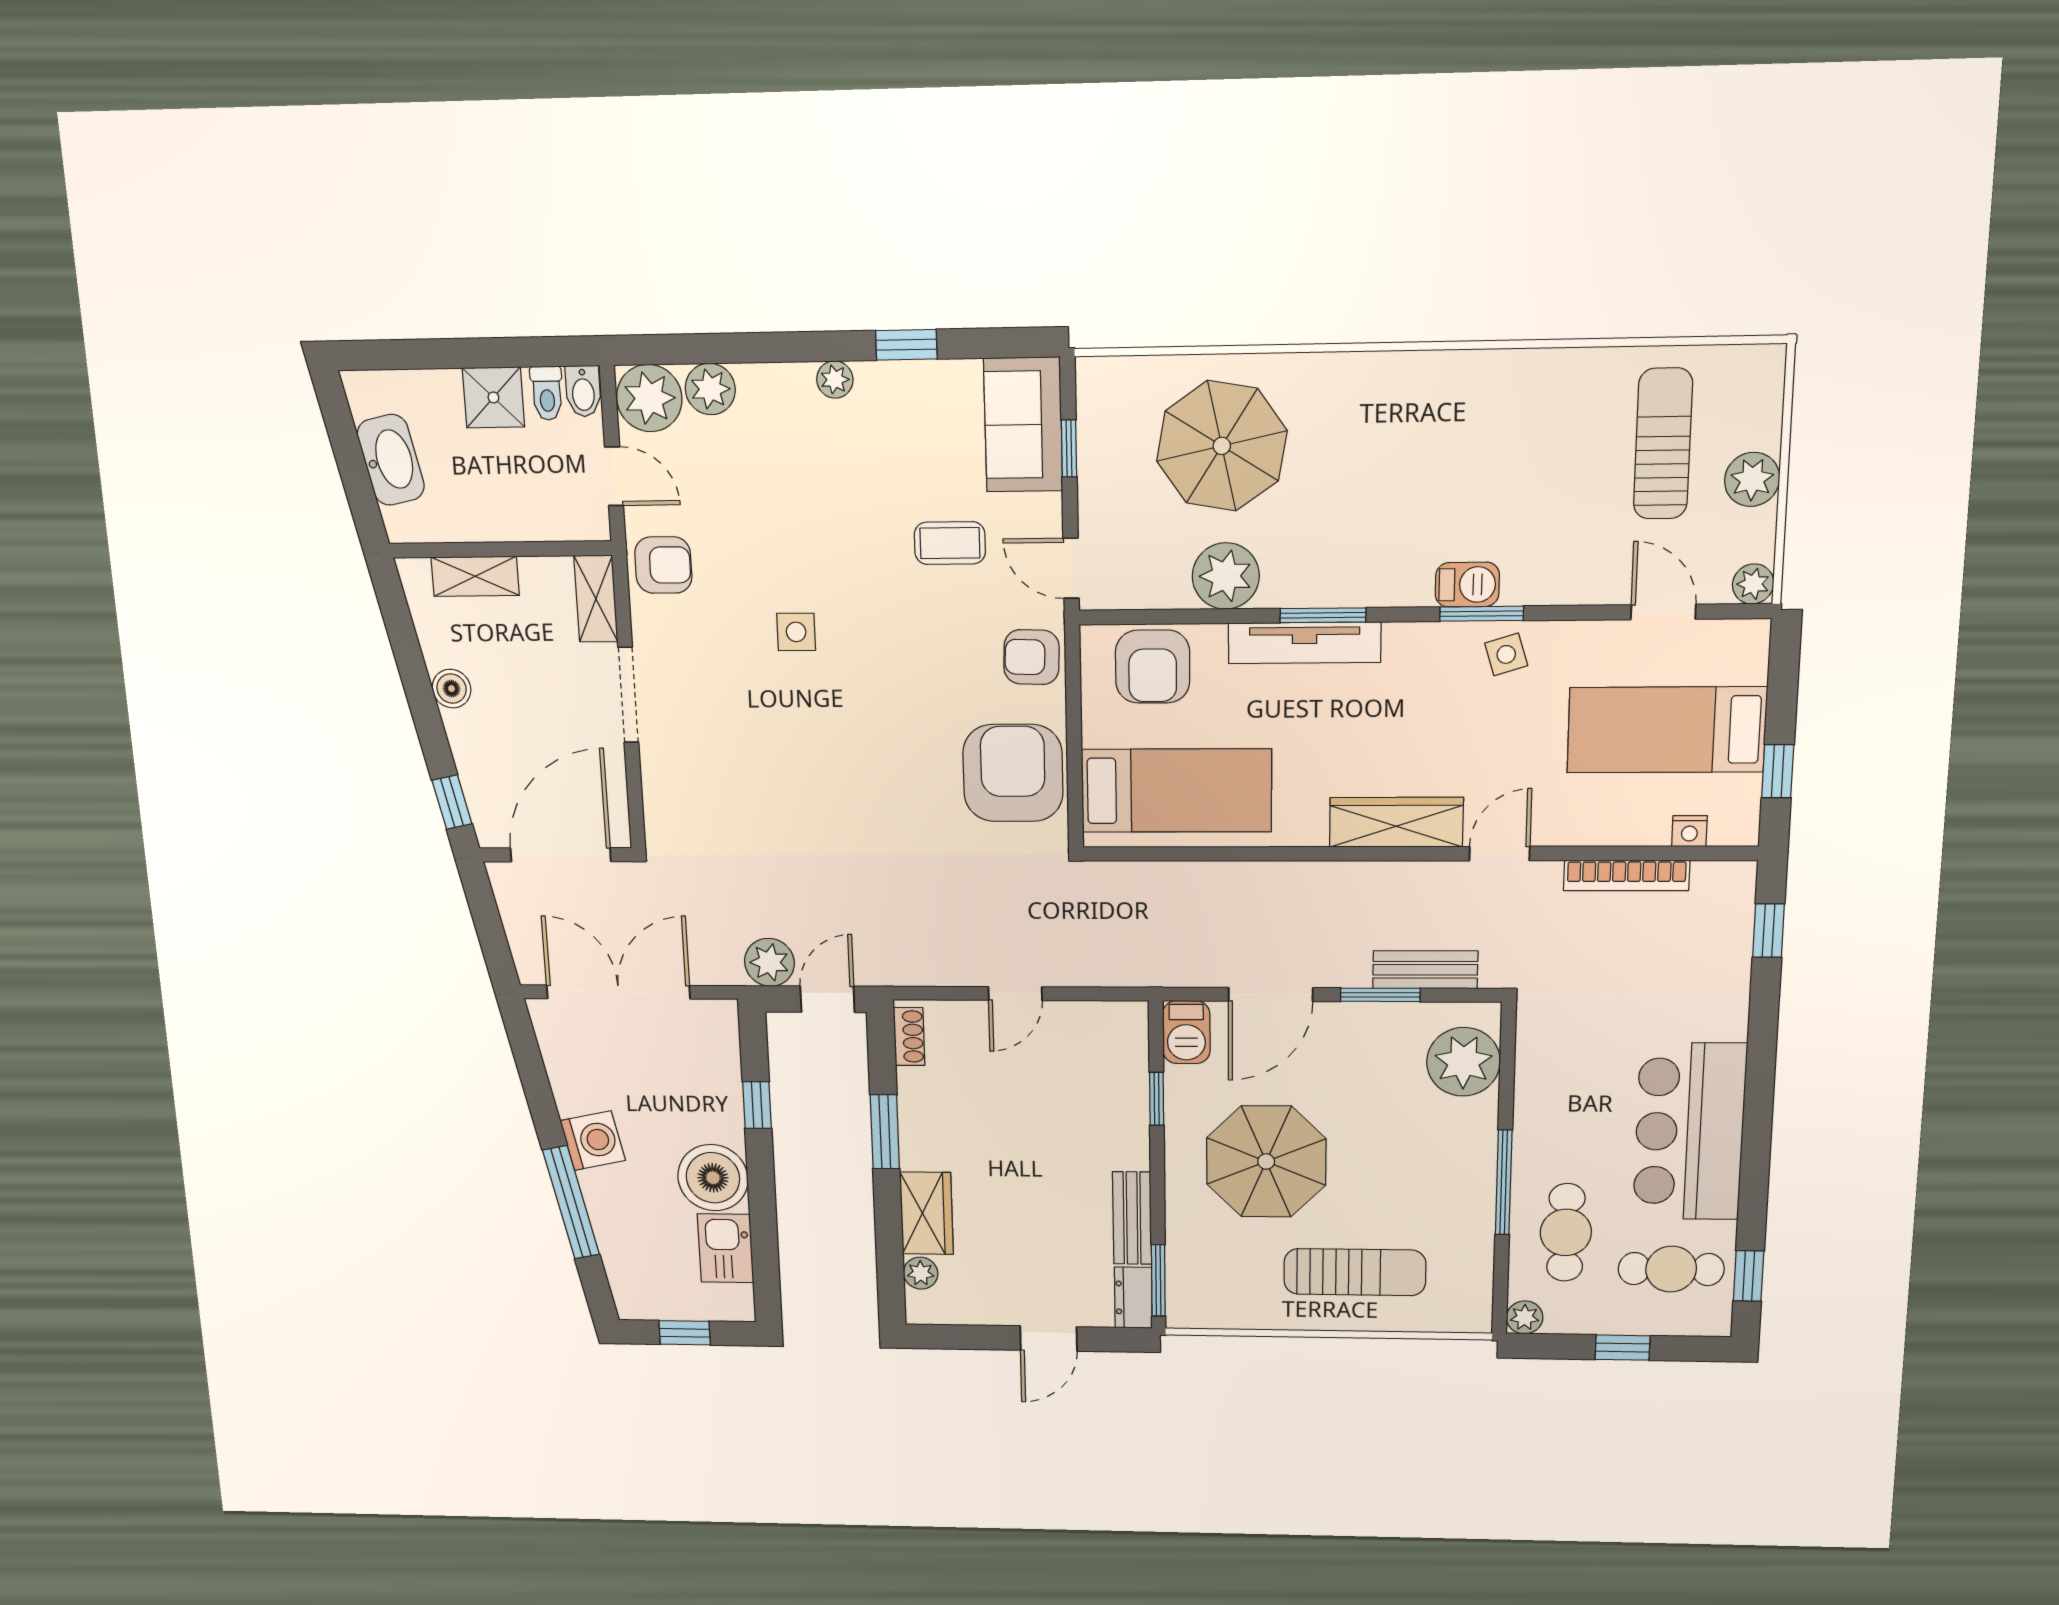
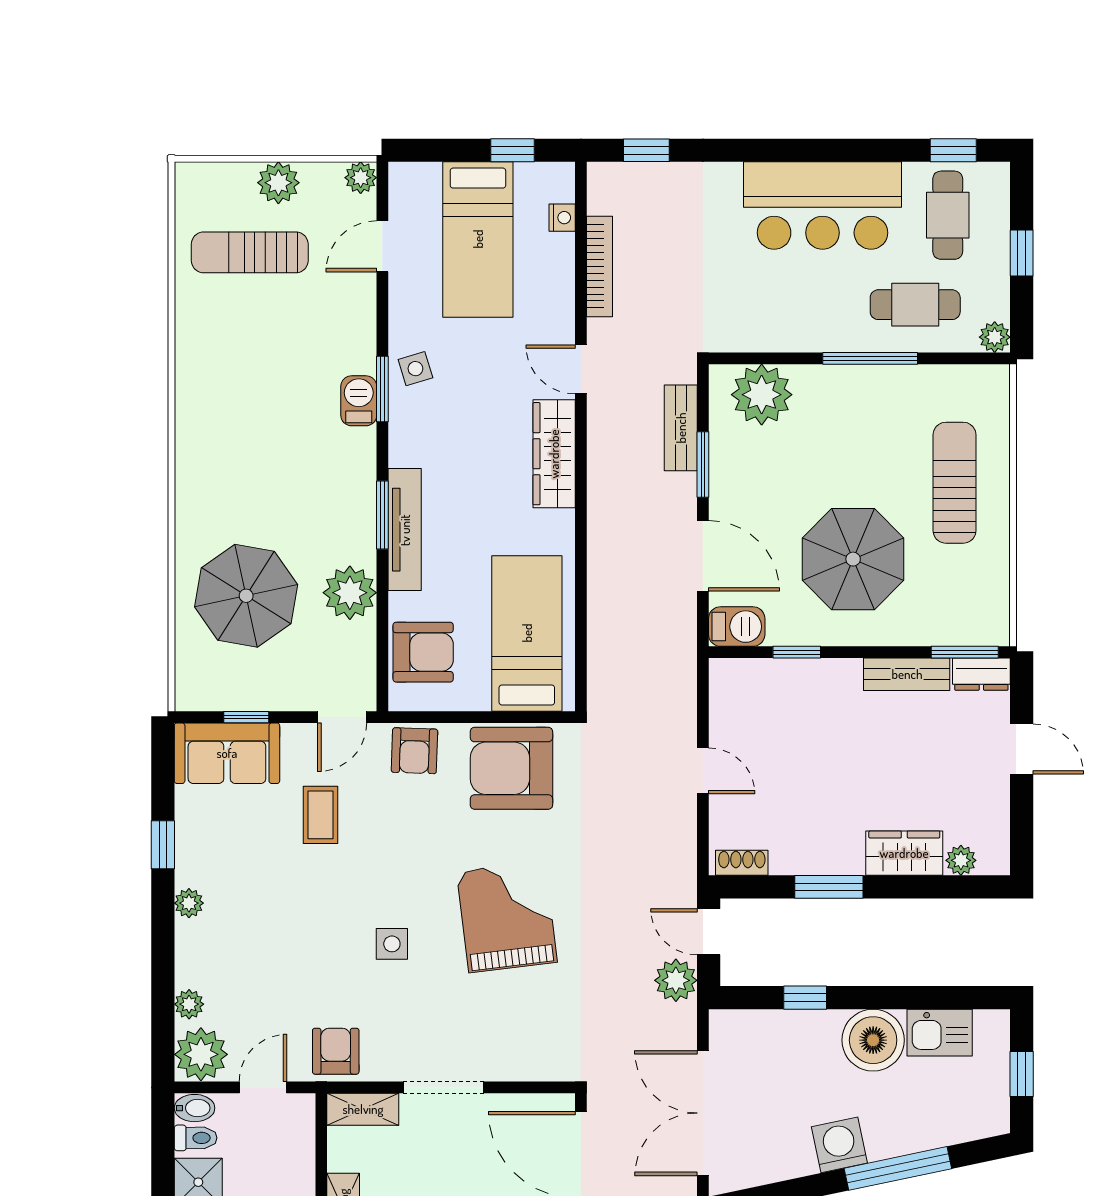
plant: (710, 389) -> (189, 1004), width x0.73, depth x0.73
grand piano: (835, 768) -> (507, 917), added

